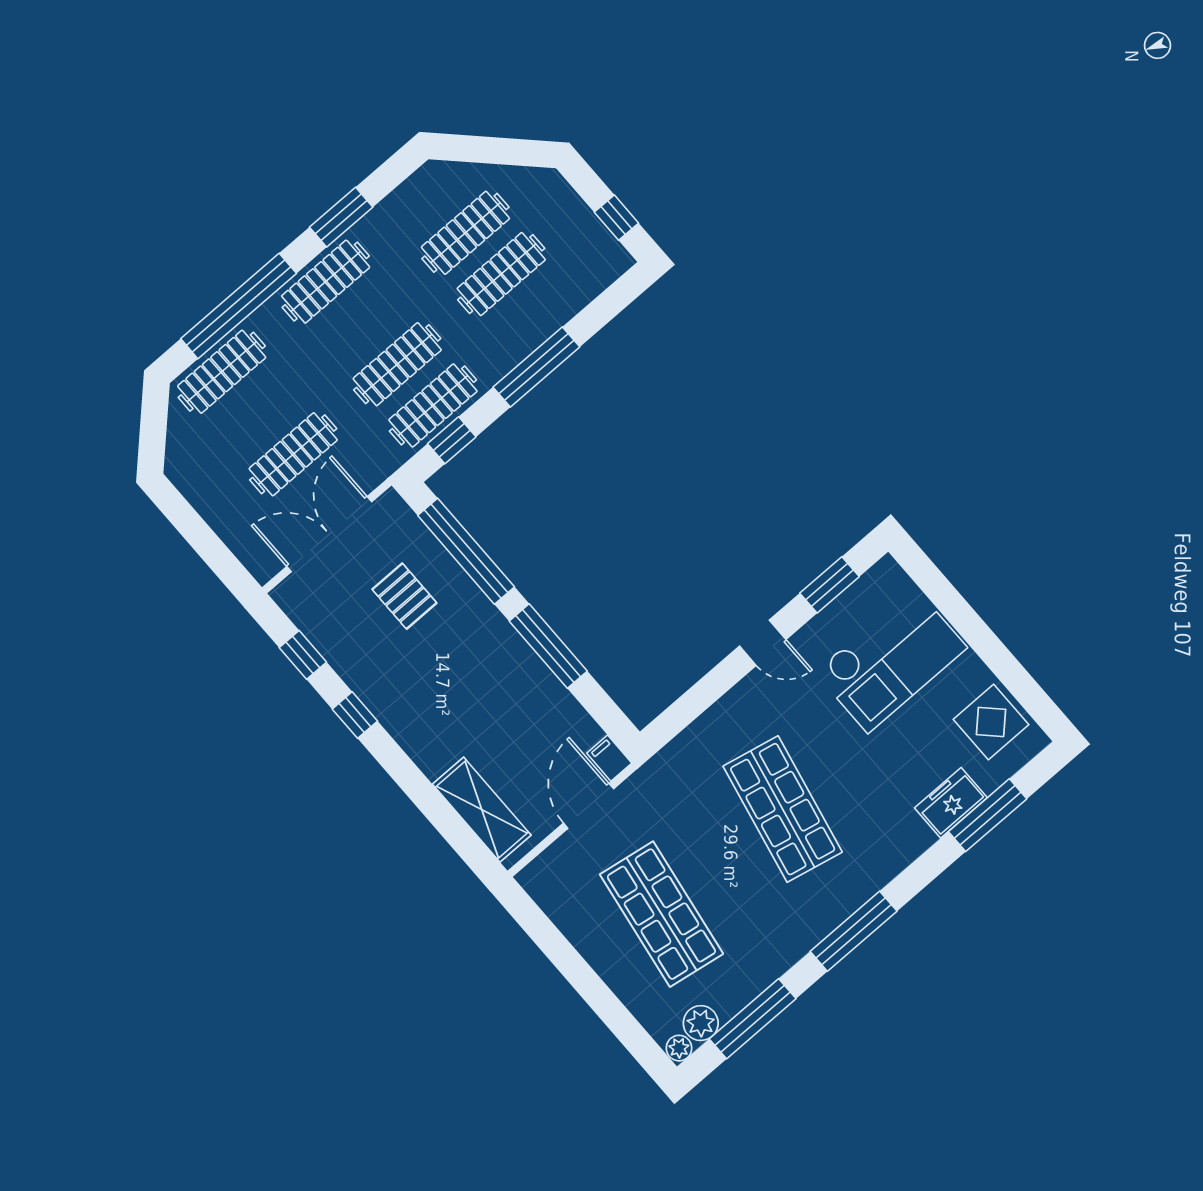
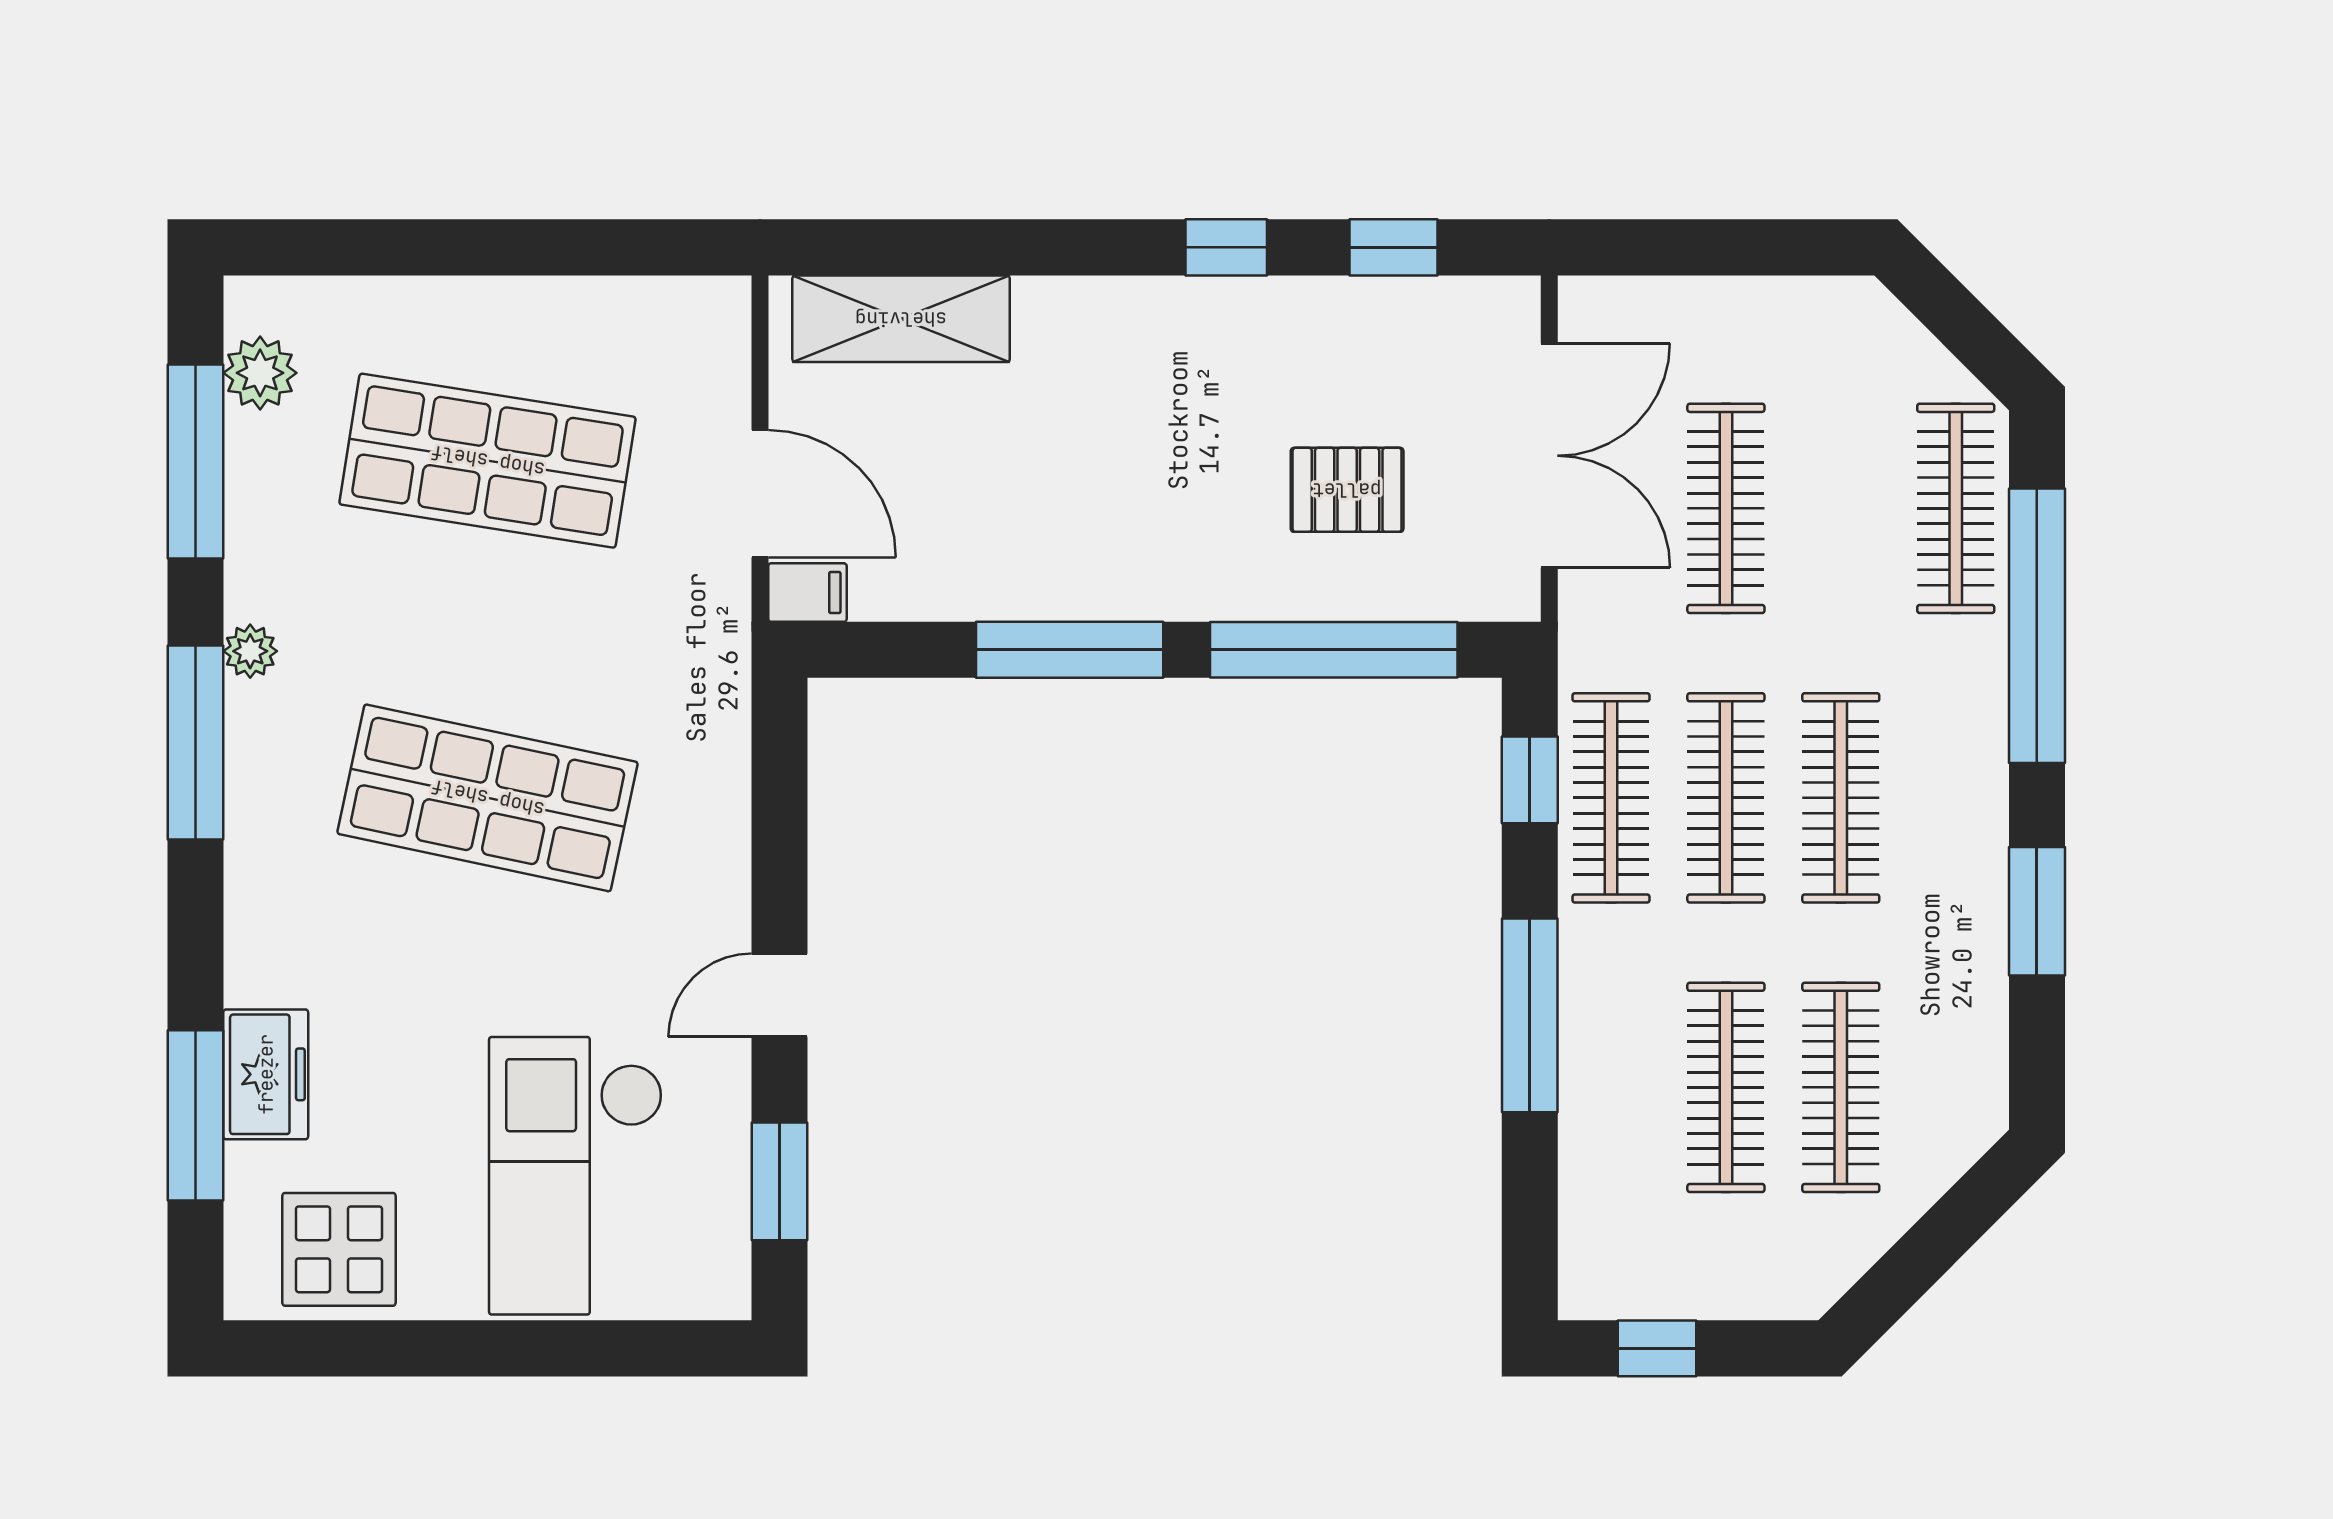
clothes rail: (326, 282) -> (1841, 798), moved
plant: (679, 1048) -> (250, 651), moved

